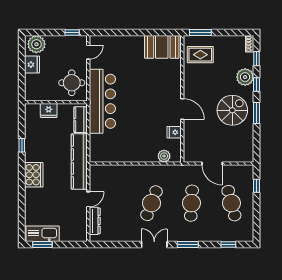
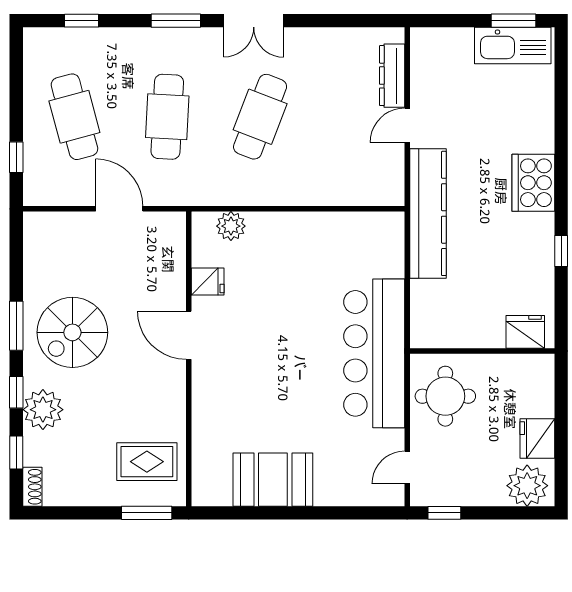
booth: (162, 47) -> (273, 480), moved
fridge: (49, 110) -> (525, 332), moved
kitchen counter: (81, 120) -> (425, 311), removed

